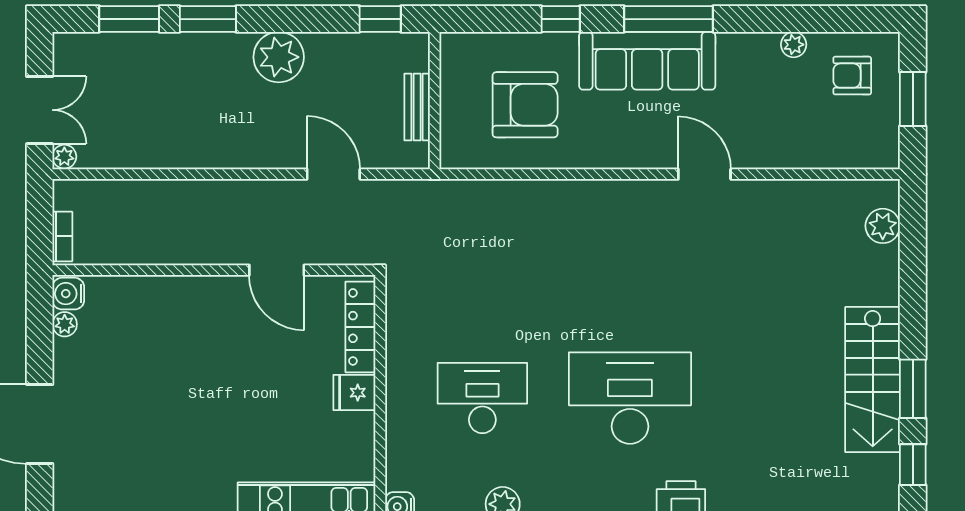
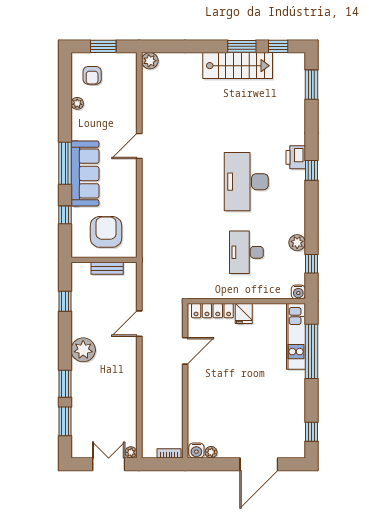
wall: (435, 101) -> (104, 260), moved
bench: (417, 107) -> (107, 268), moved
plant: (883, 226) -> (150, 61), moved

